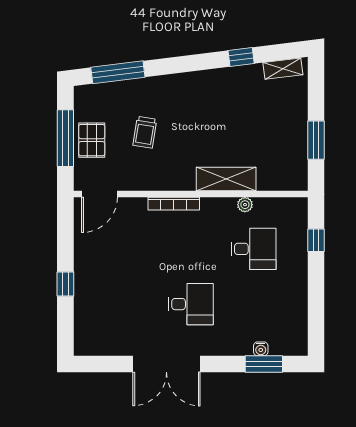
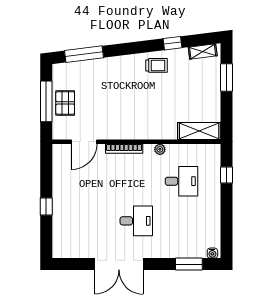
trolley: (145, 132) -> (157, 65), moved, turned -99
window: (316, 140) -> (226, 78), moved
shelving: (226, 179) -> (199, 131), moved
door: (99, 194) -> (84, 142), moved
plant: (245, 205) -> (160, 149), moved
water cooler: (261, 349) -> (212, 253), moved

